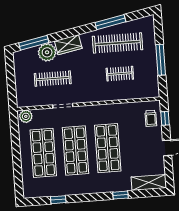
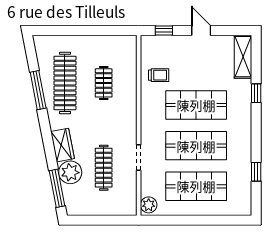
window: (161, 60) -> (90, 30), removed
trolley: (151, 118) -> (159, 75), moved

